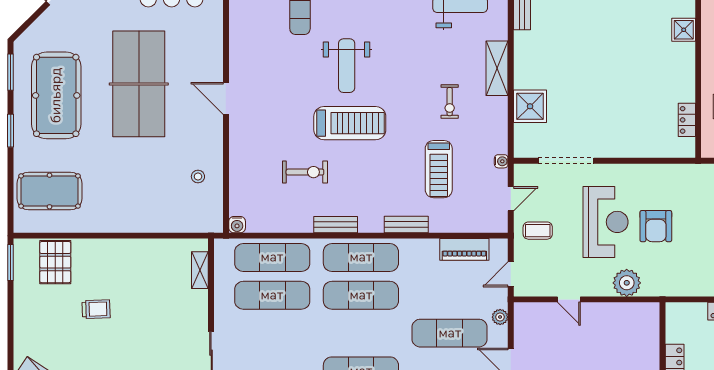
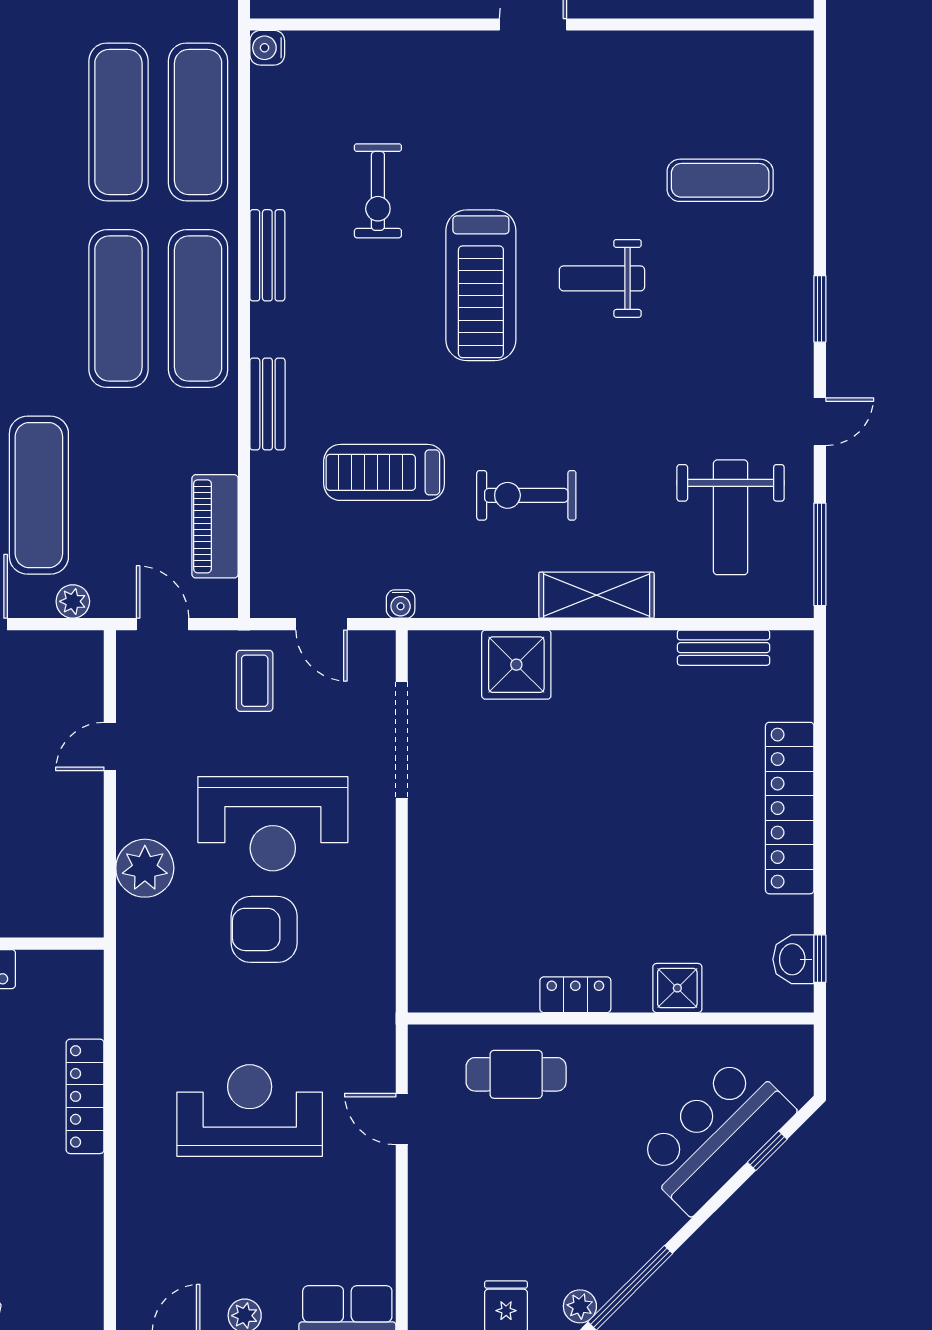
weight bench: (347, 66) -> (602, 278), width x0.73, depth x0.75
exercise bike: (450, 102) -> (526, 495), width x1.38, depth x1.39
locker: (687, 120) -> (575, 995), moved

